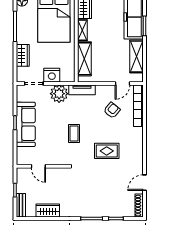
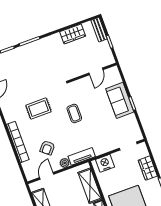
nightstand: (52, 75) -> (105, 163), moved
plant: (59, 94) -> (65, 163), moved, width x0.53, depth x0.53
bookcase: (138, 106) -> (18, 142), moved
sofa: (26, 124) -> (120, 100), width x0.73
door: (38, 166) -> (96, 71), swing flipped

